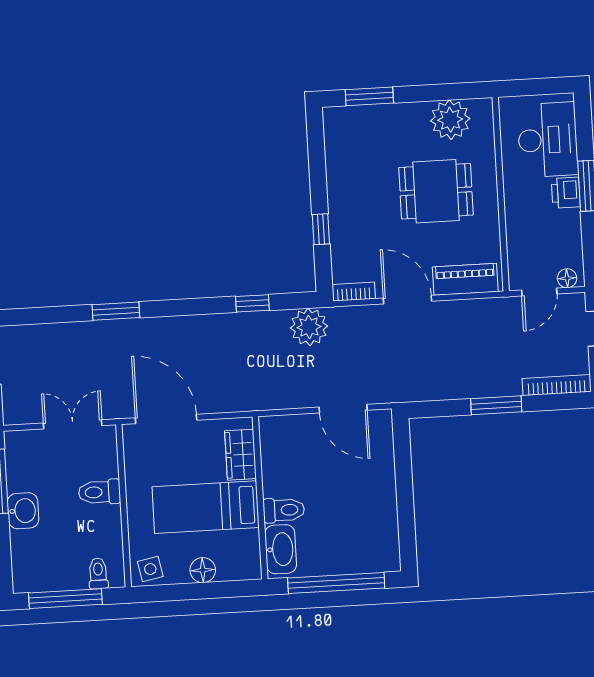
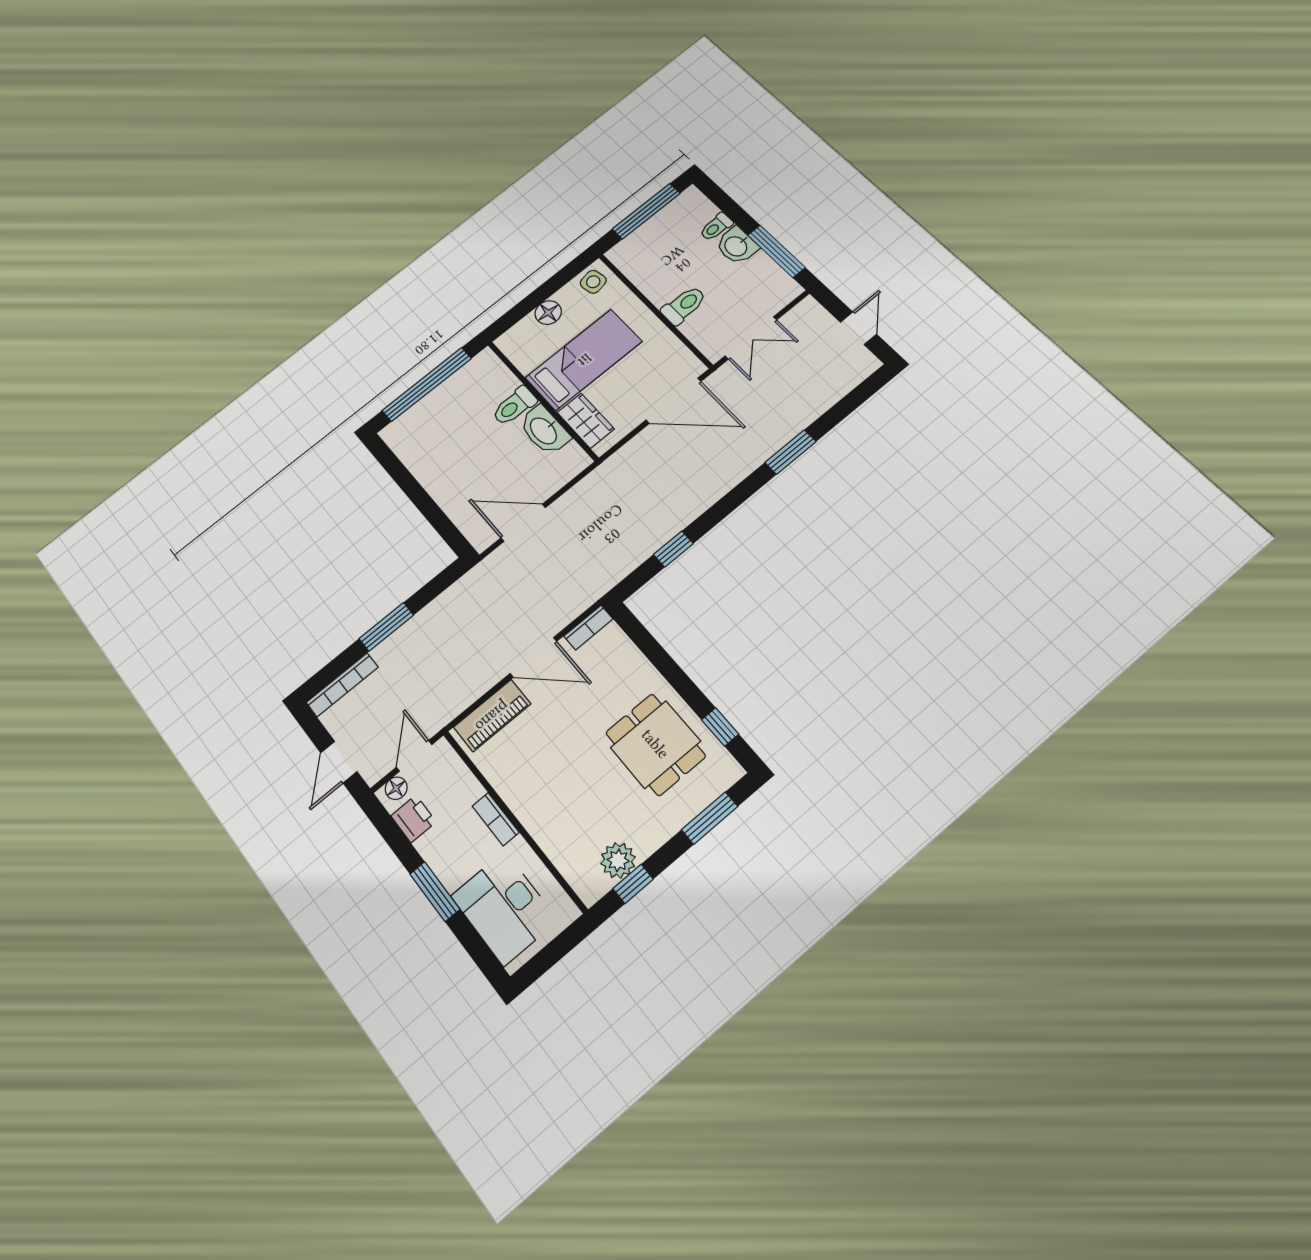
window: (451, 92) -> (633, 884), added
plant: (450, 120) -> (618, 860), width x0.73, depth x0.73
dining table: (436, 191) -> (655, 744), moved, turned 90
printer: (566, 193) -> (413, 819), moved
bookcase: (513, 204) -> (496, 819), added
window: (321, 229) -> (720, 727), moved
plant: (309, 327) -> (606, 567), removed
washbasin: (281, 549) -> (544, 430), moved
toilet: (98, 573) -> (716, 227), moved, turned 90

